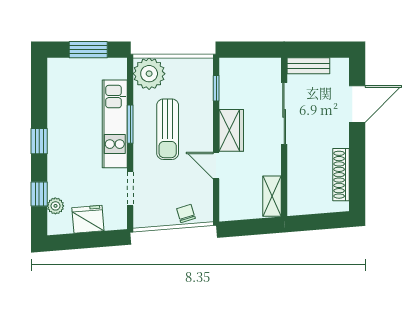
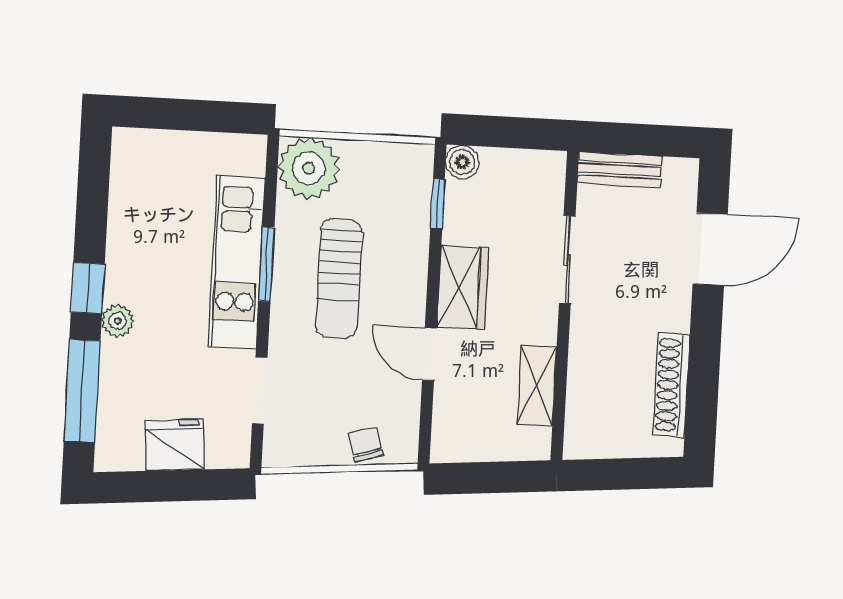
window: (88, 50) -> (193, 115), removed
boiler: (228, 66) -> (462, 162), added
sliding door: (284, 113) -> (567, 260), width x0.73
window: (39, 194) -> (82, 391), width x2.17
shelving: (272, 196) -> (537, 385), moved
plant: (55, 206) -> (118, 321), moved

